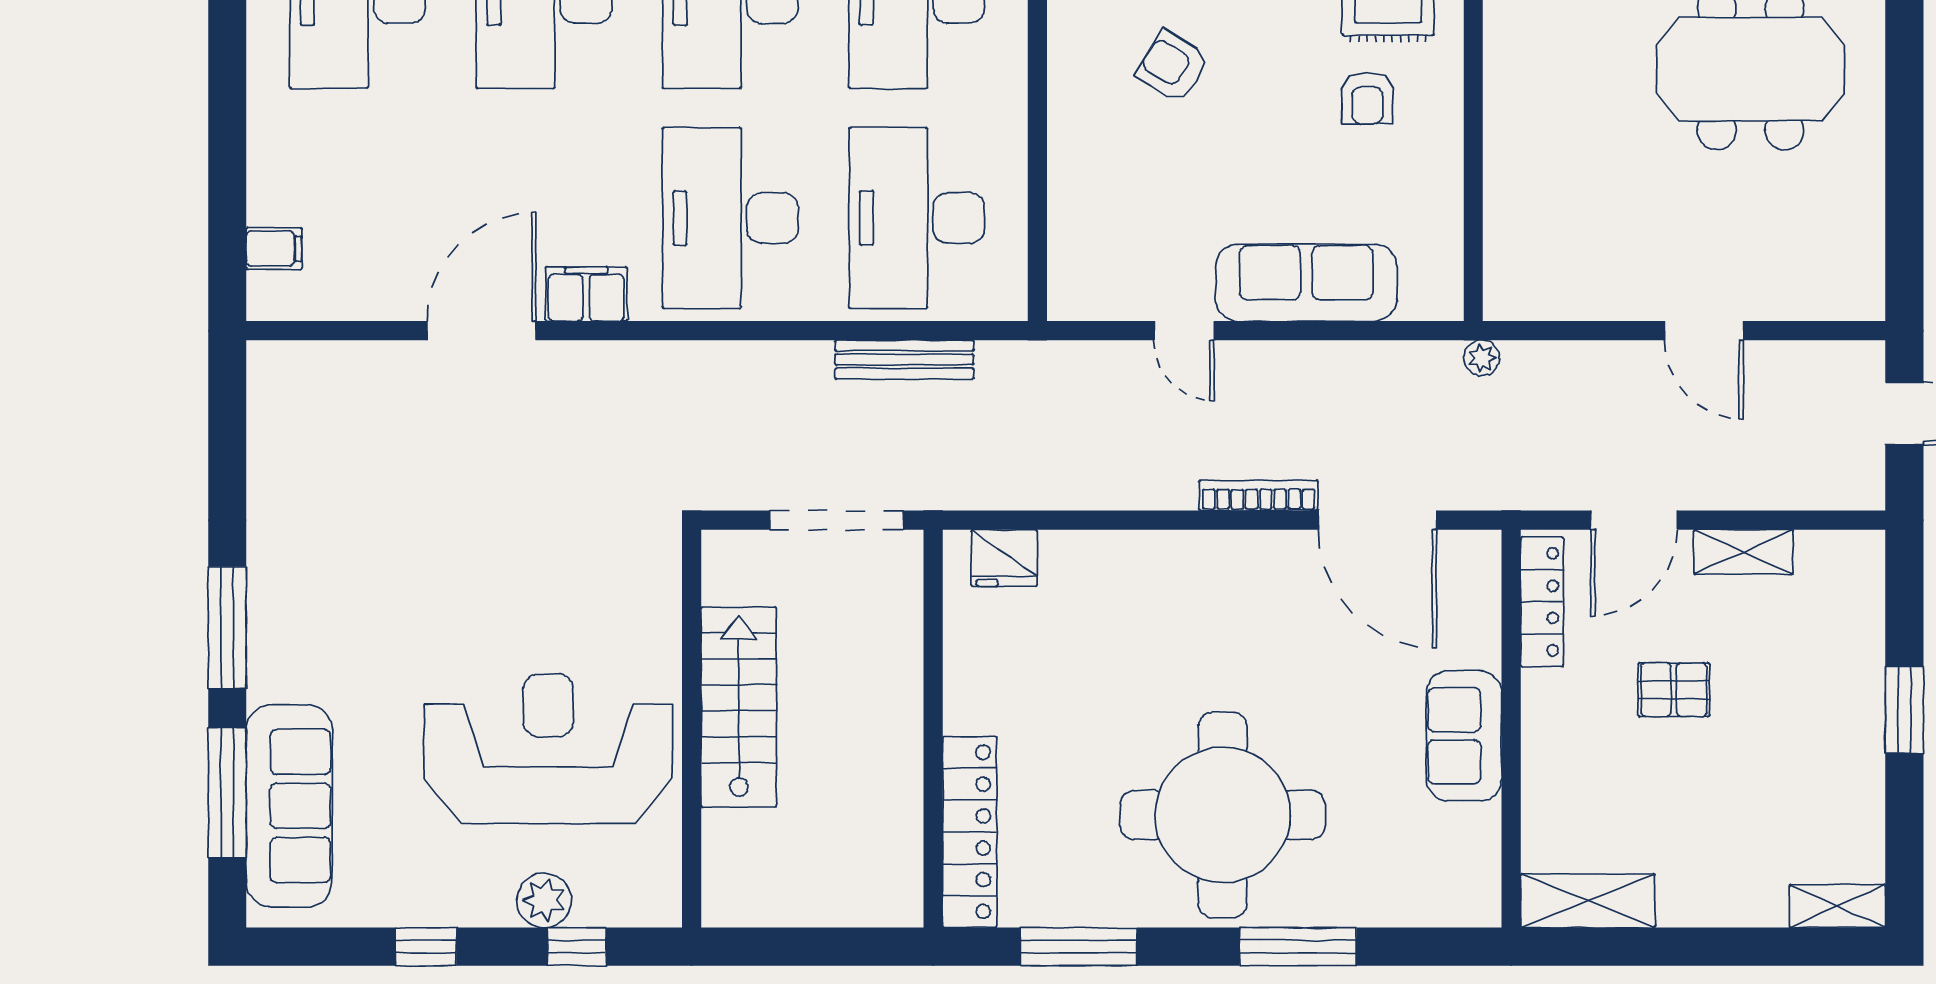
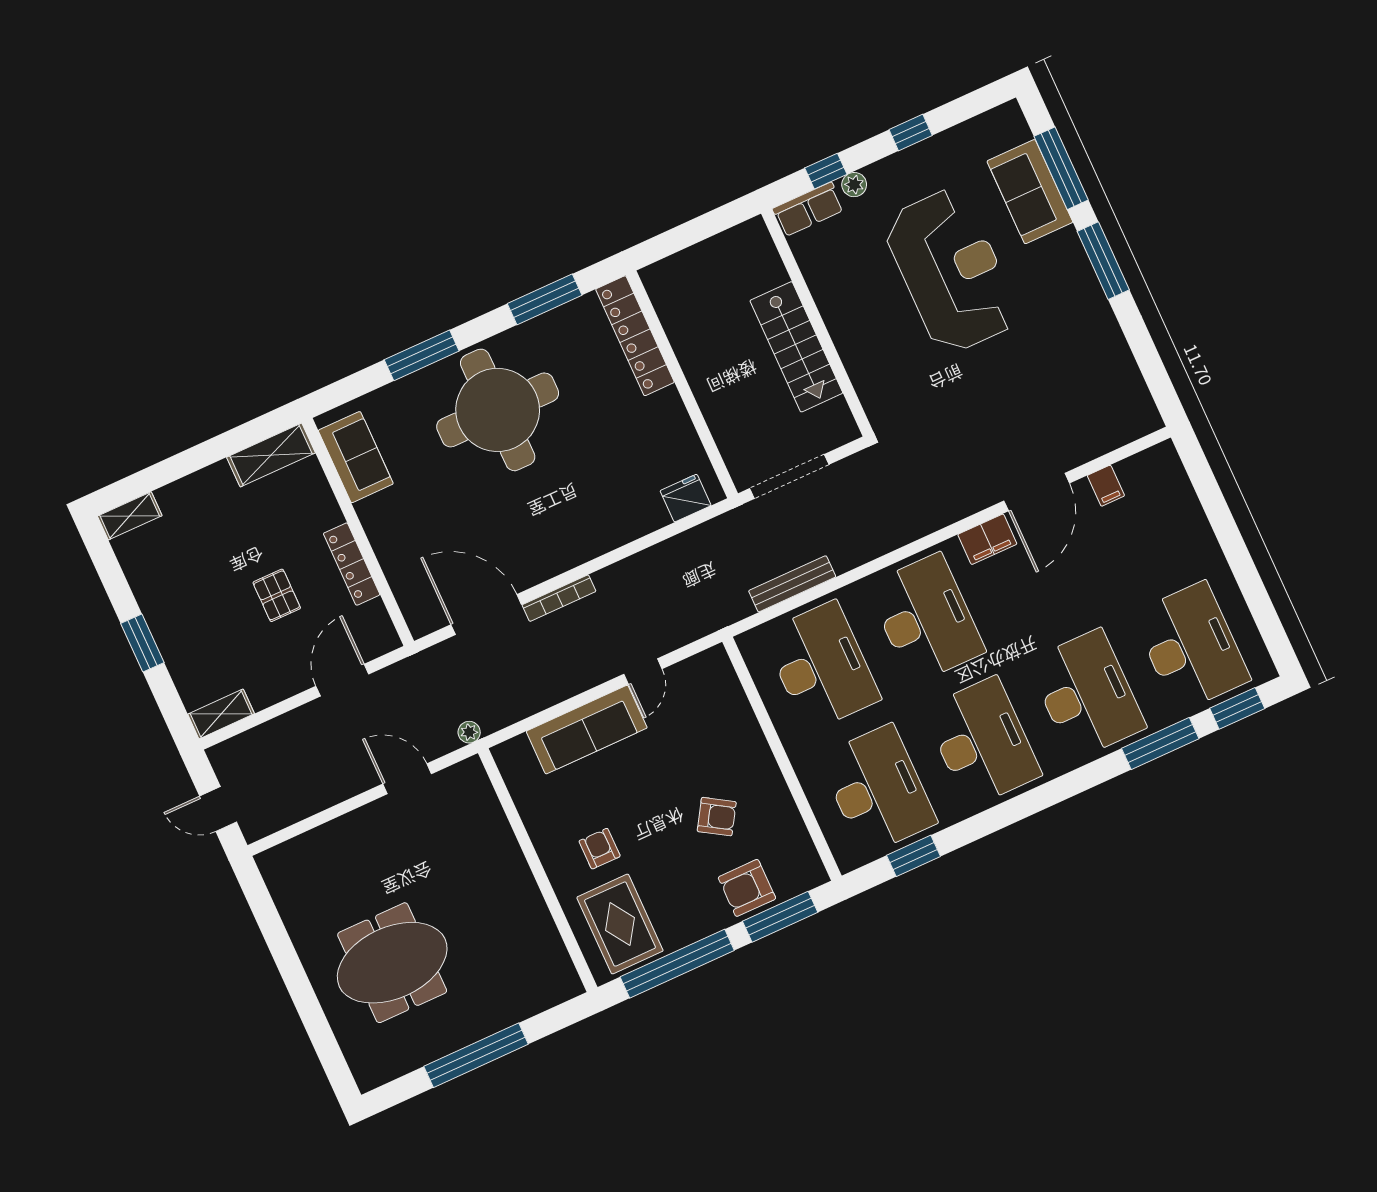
filing cabinet: (274, 249) -> (1106, 486), moved, turned -90
door: (1184, 331) -> (643, 671), swing flipped
door: (1704, 331) -> (407, 779), moved
shelving: (1744, 552) -> (221, 714), moved
locker: (1542, 602) -> (352, 564), moved
pallet: (1674, 690) -> (277, 595), turned 90
sofa: (1464, 736) -> (356, 457), moved
reception desk: (548, 749) -> (951, 271), moved, turned -90
sofa: (289, 806) -> (1030, 192), width x0.73
plant: (544, 900) -> (854, 185), width x0.73, depth x0.73
row of seats: (629, 902) -> (808, 209), added

